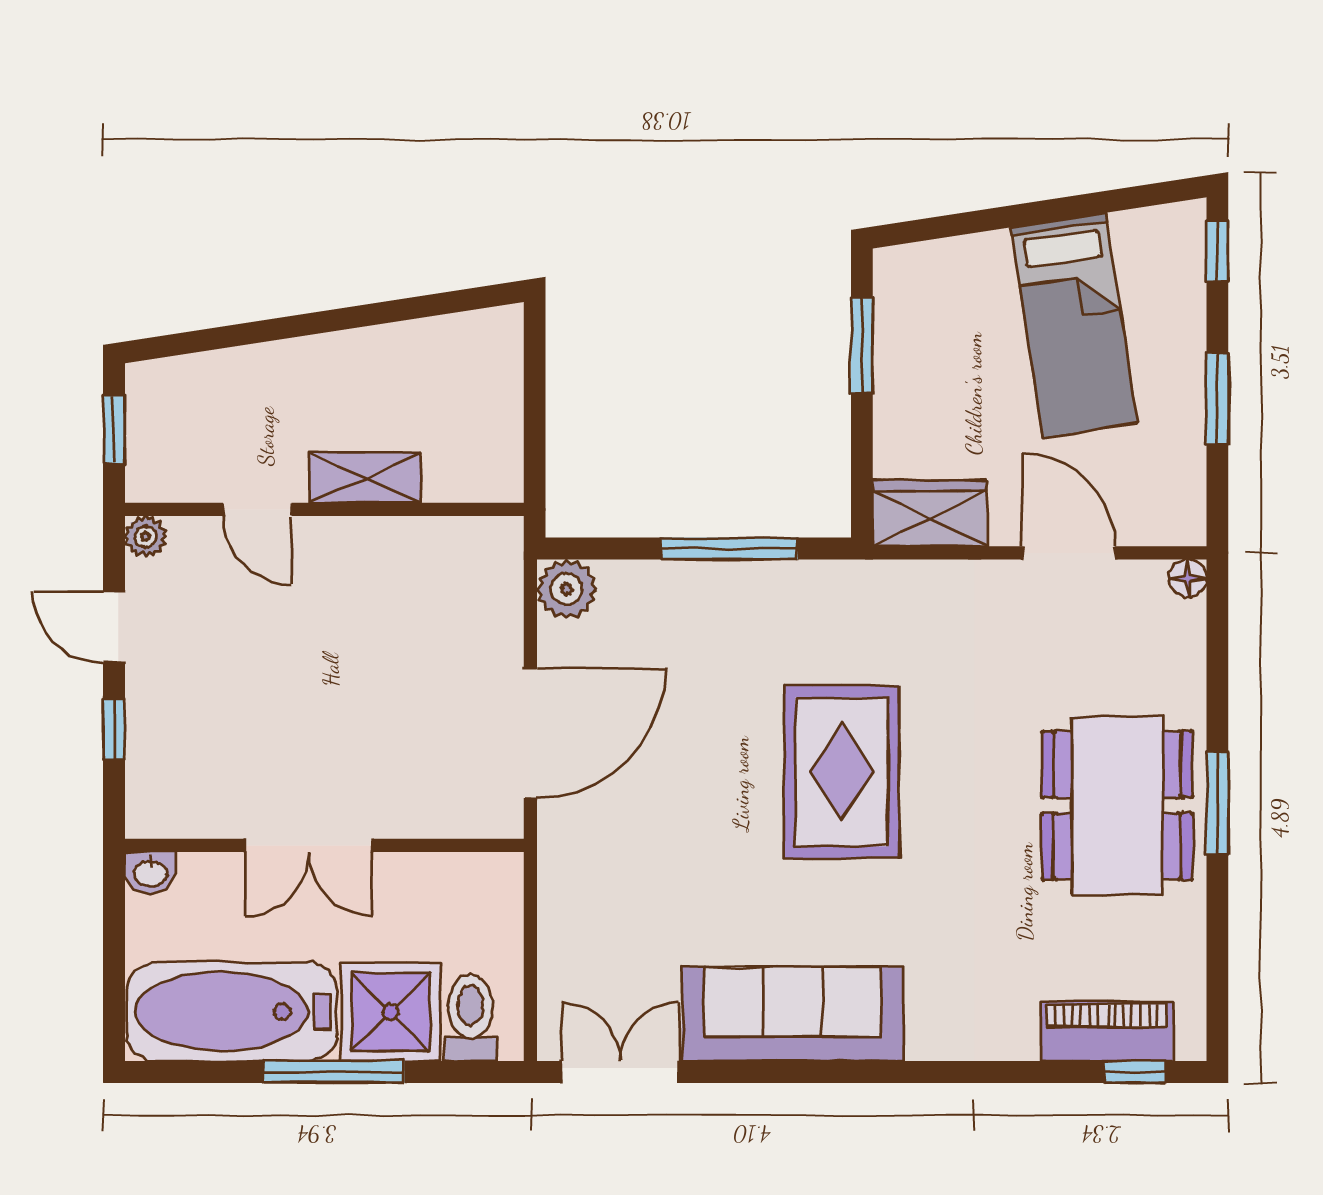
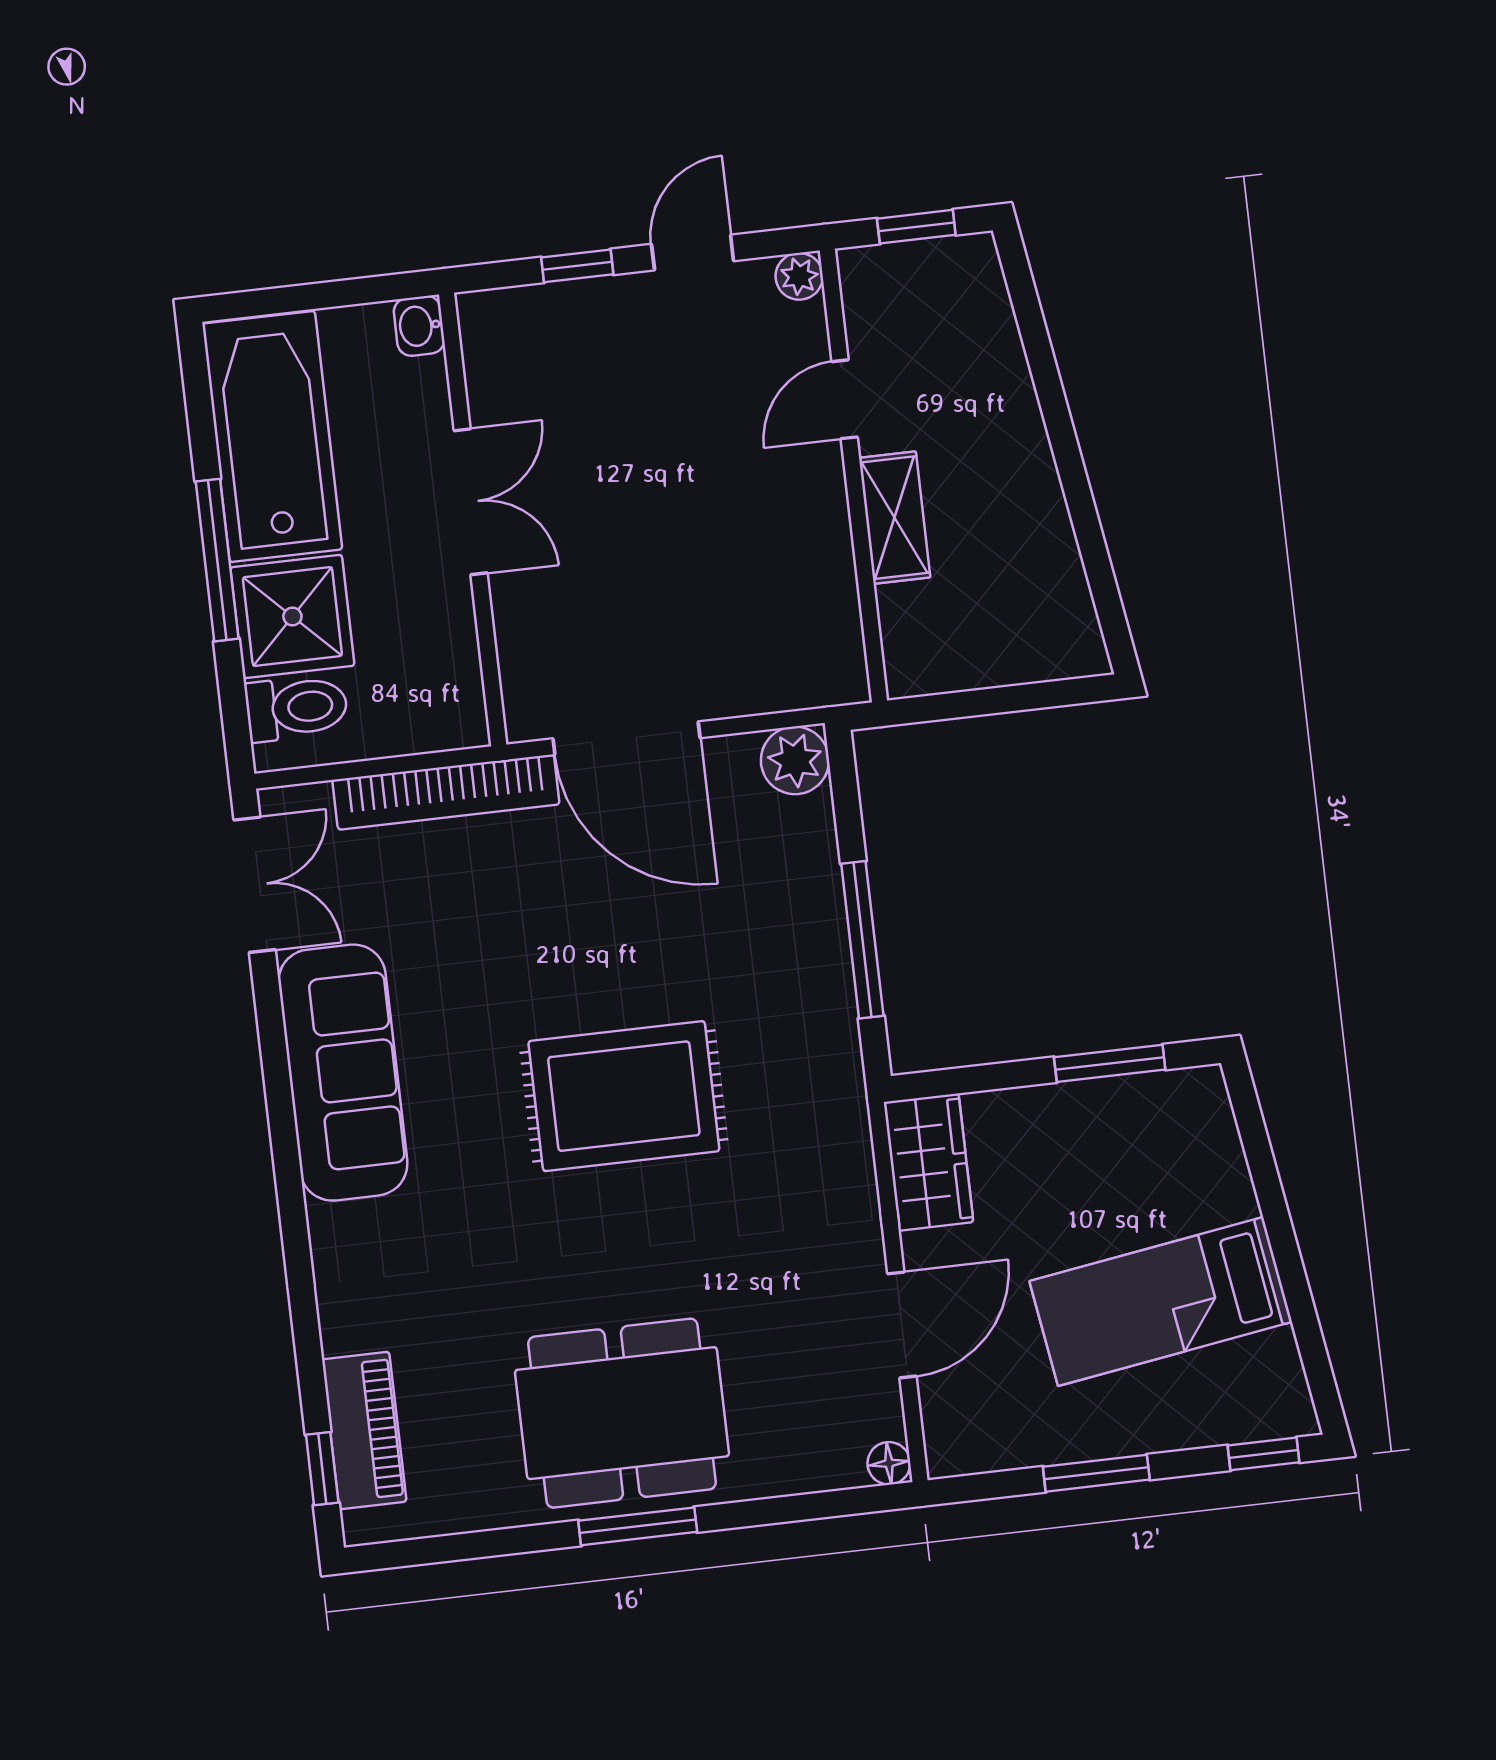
double door: (309, 845) -> (471, 502), swing flipped
bookcase: (559, 896) -> (446, 792), added

